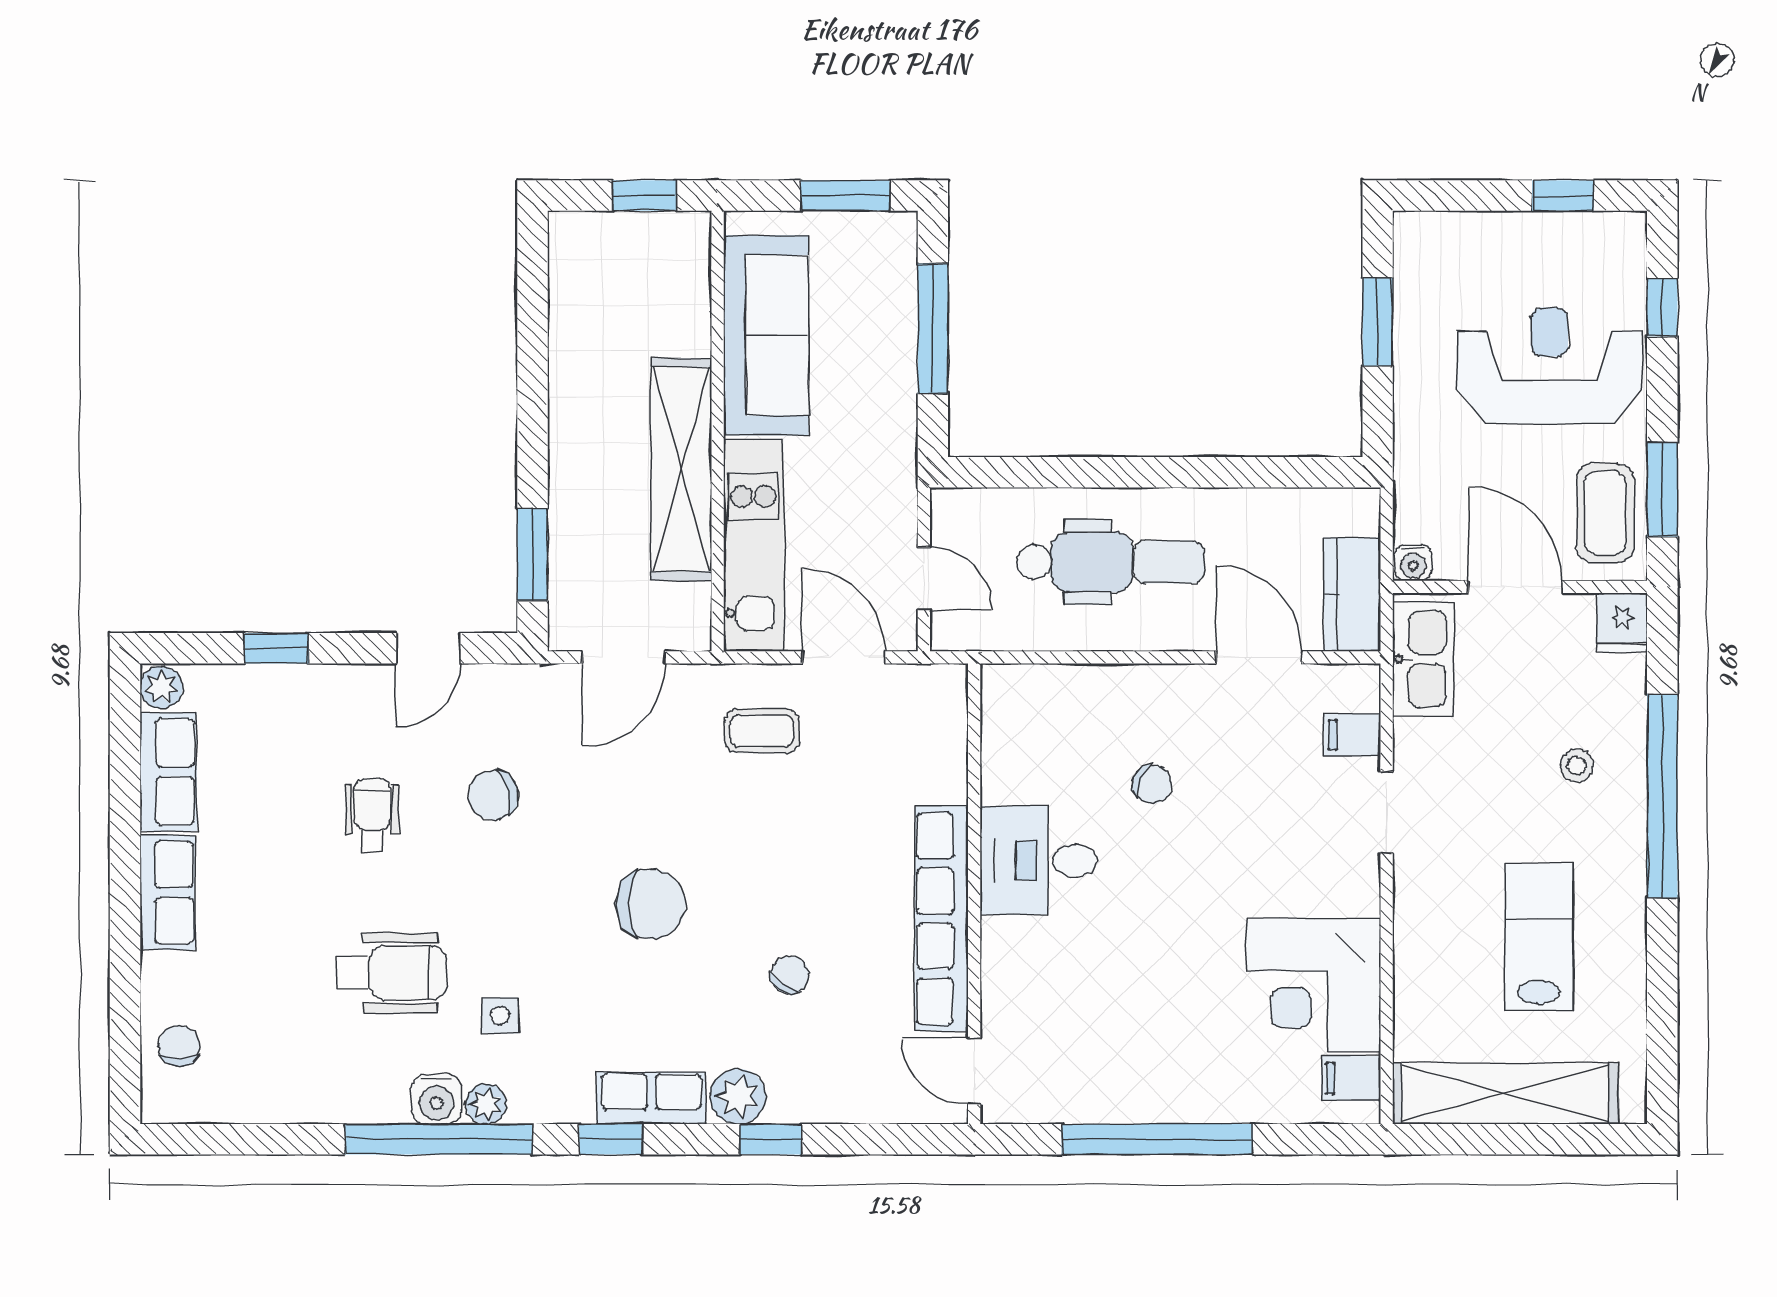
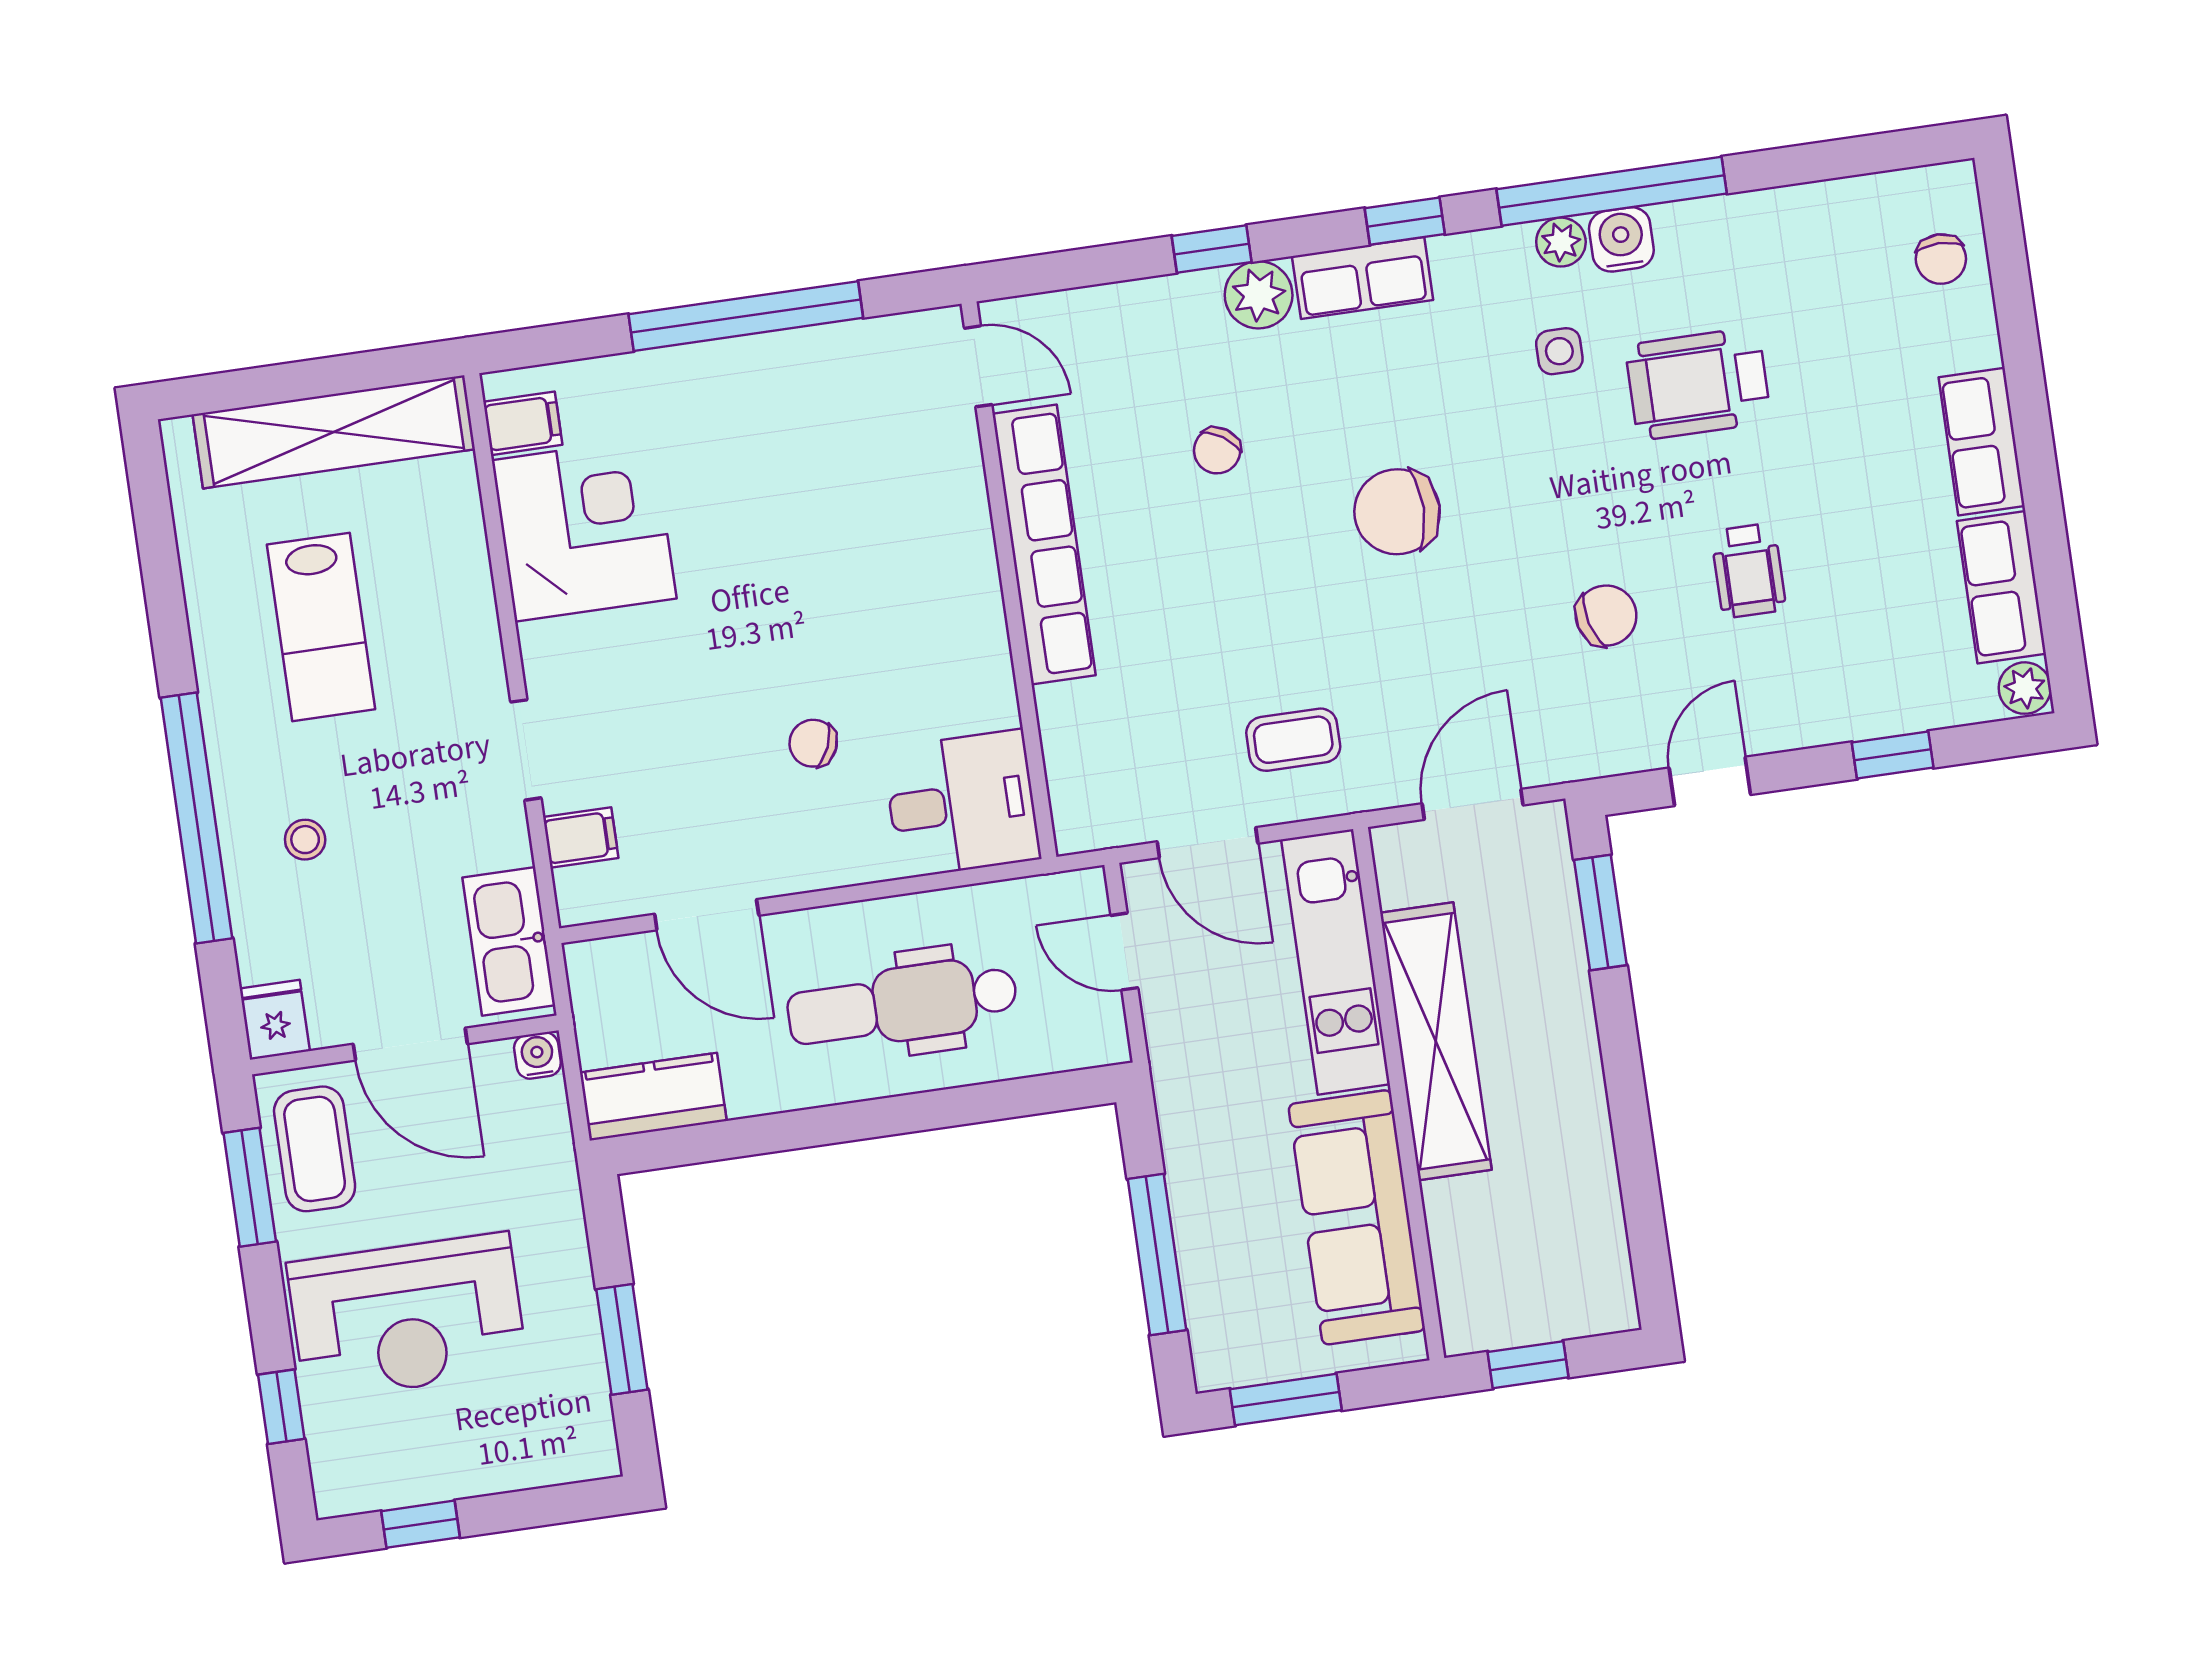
kitchen counter: (1352, 595) -> (653, 1097), moved, turned -90
desk: (1039, 860) -> (962, 804), moved

